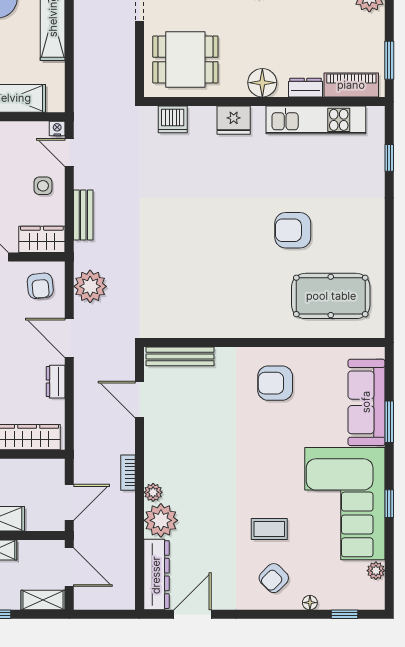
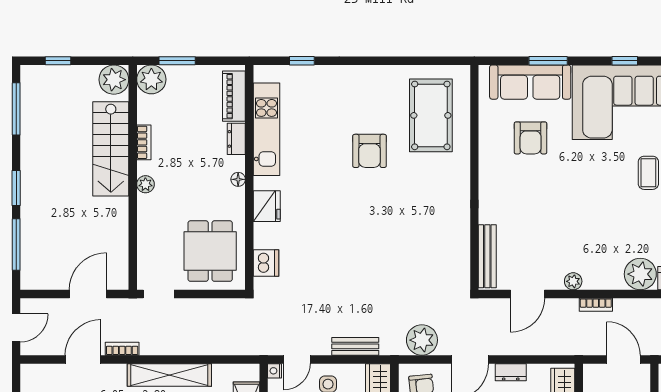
window: (389, 60) -> (177, 61), moved
floor lamp: (262, 83) -> (238, 179), width x0.53, depth x0.53
armchair: (275, 383) -> (531, 138), moved
plant: (153, 492) -> (573, 281), moved

